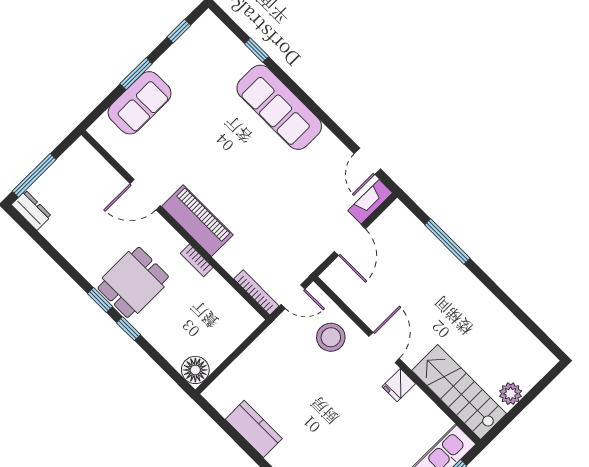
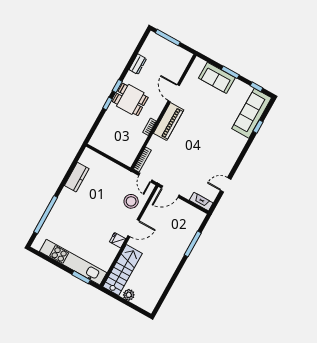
sofa: (279, 107) -> (252, 113), moved
door: (367, 161) -> (226, 185), moved
dresser: (31, 210) -> (138, 64), moved
door: (350, 240) -> (170, 192), moved
floor lamp: (195, 370) -> (97, 141), removed

